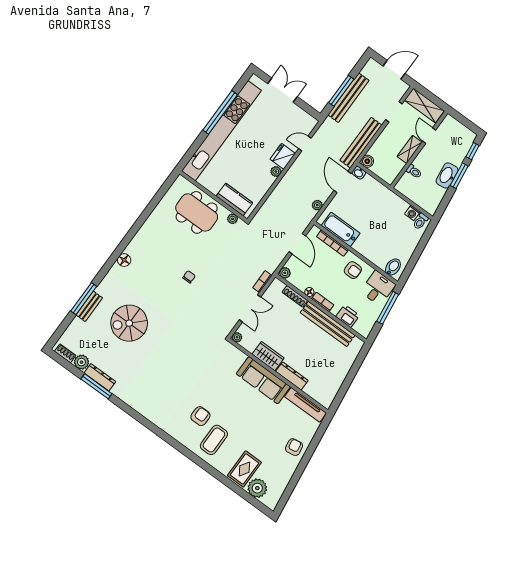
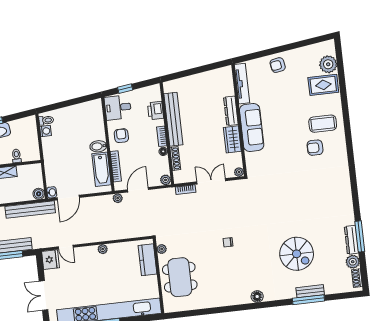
fridge: (283, 156) -> (51, 260), moved, turned -90
plant: (317, 205) -> (118, 198), moved
bidet: (393, 267) -> (98, 146), moved
window: (388, 308) -> (125, 89), width x0.46

